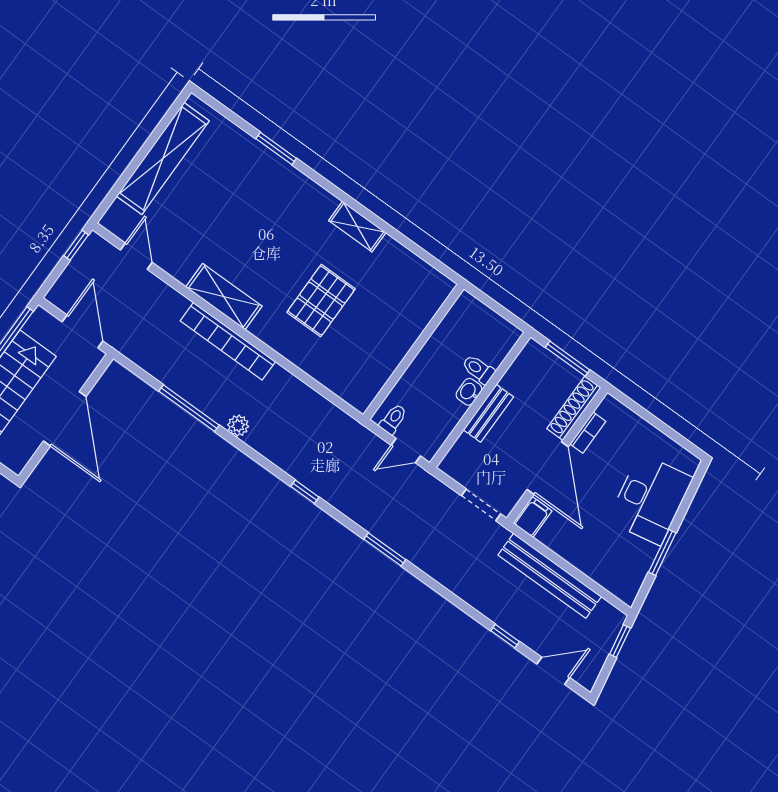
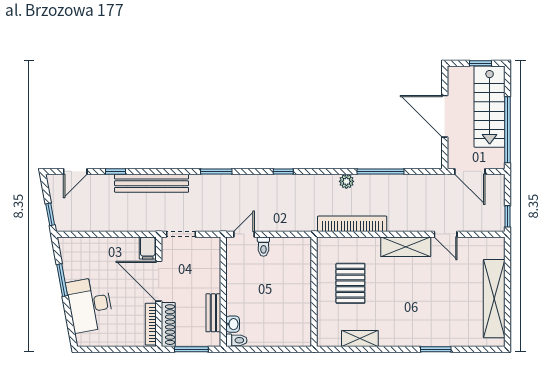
door: (136, 256) -> (446, 234), moved
bookcase: (228, 341) -> (352, 224), moved
wall: (414, 352) -> (314, 292), moved
toilet: (478, 369) -> (236, 340), moved
washbasin: (469, 392) -> (233, 324), moved
bench: (488, 413) -> (213, 313), moved
bookcase: (588, 433) -> (151, 324), width x1.56
bench: (550, 576) -> (152, 183), moved

